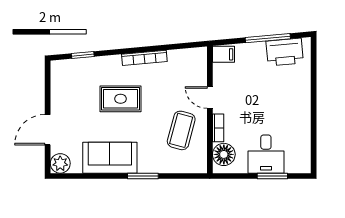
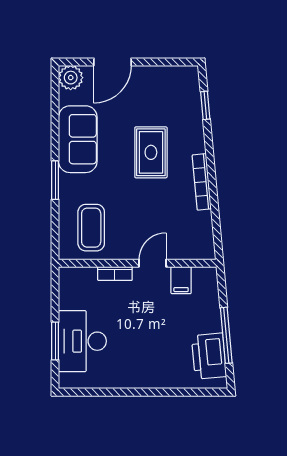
filing cabinet: (223, 54) -> (181, 280), moved
door: (48, 130) -> (113, 62), swing flipped
coffee table: (181, 130) -> (91, 228), moved, turned 75
floor lamp: (224, 154) -> (82, 281), removed
desk: (266, 154) -> (82, 341), width x1.37

